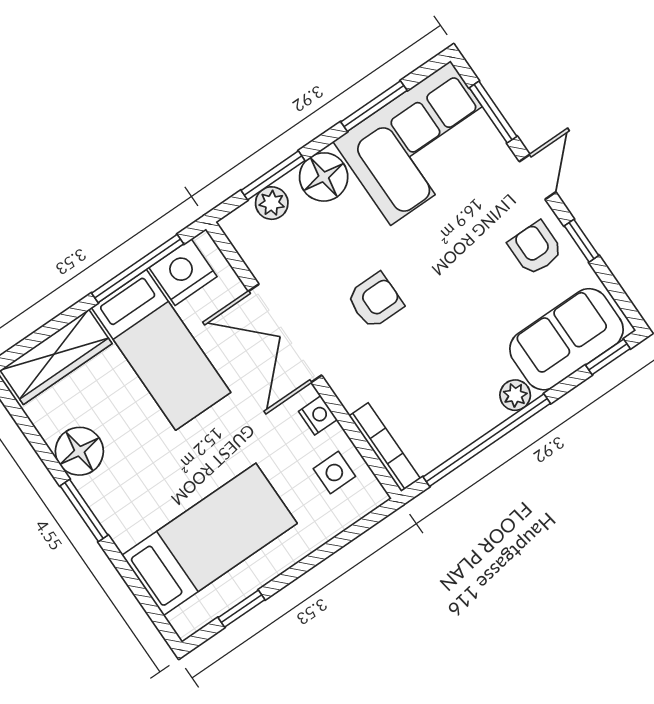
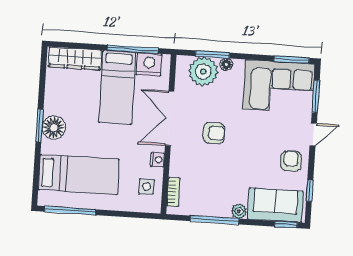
window: (374, 106) -> (292, 60), moved
floor lamp: (324, 177) -> (226, 64), width x0.53, depth x0.53
plant: (272, 203) -> (203, 71), width x1.88, depth x1.88
window: (581, 241) -> (310, 191), moved
window: (487, 440) -> (215, 220), width x0.68
bookcase: (385, 447) -> (173, 192), width x0.64
floor lamp: (79, 451) -> (54, 128), moved
window: (242, 609) -> (70, 211), width x2.17

